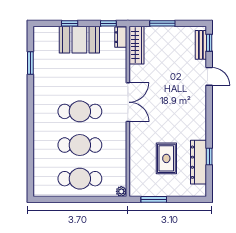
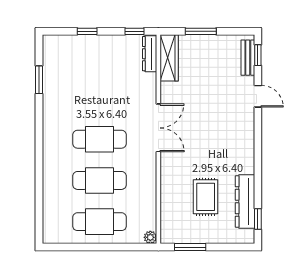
dresser: (121, 37) -> (150, 54), width x1.44
booth: (79, 40) -> (99, 51), removed
window: (209, 157) -> (258, 219), moved

